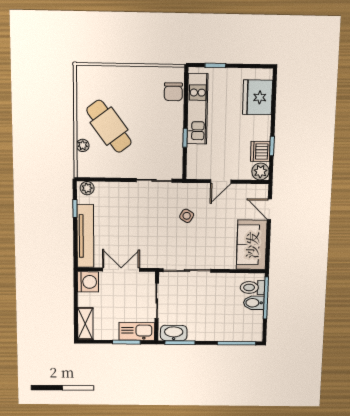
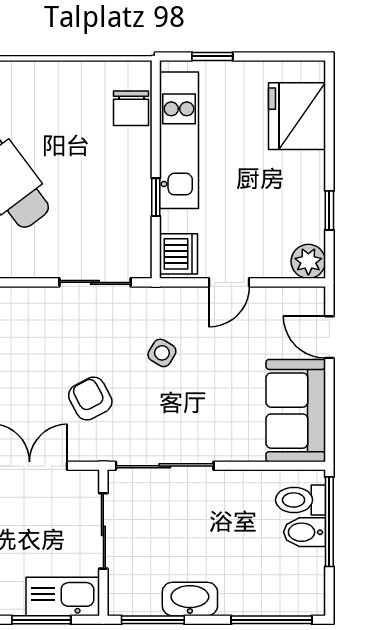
dishwasher: (260, 151) -> (179, 254), moved, turned 180
armchair: (151, 238) -> (90, 398), added
washbasin: (174, 333) -> (190, 599), moved

